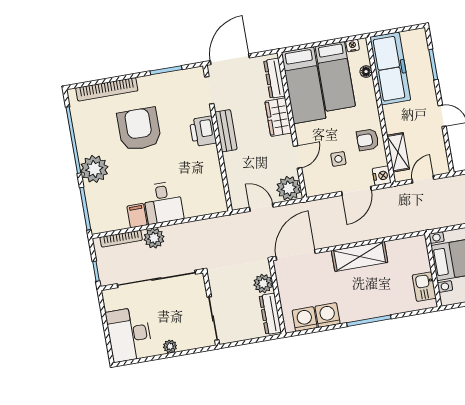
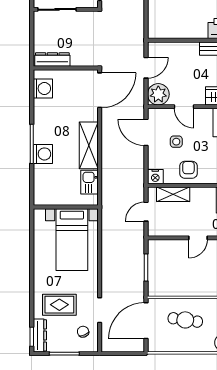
door: (423, 179) -> (146, 212), swing flipped
door: (356, 191) -> (146, 132), moved
door: (296, 255) -> (100, 90), hinge flipped
plant: (263, 284) -> (80, 58), removed
kitchen sink: (424, 287) -> (89, 182), moved, turned -90
washing machine: (327, 315) -> (43, 154), moved

